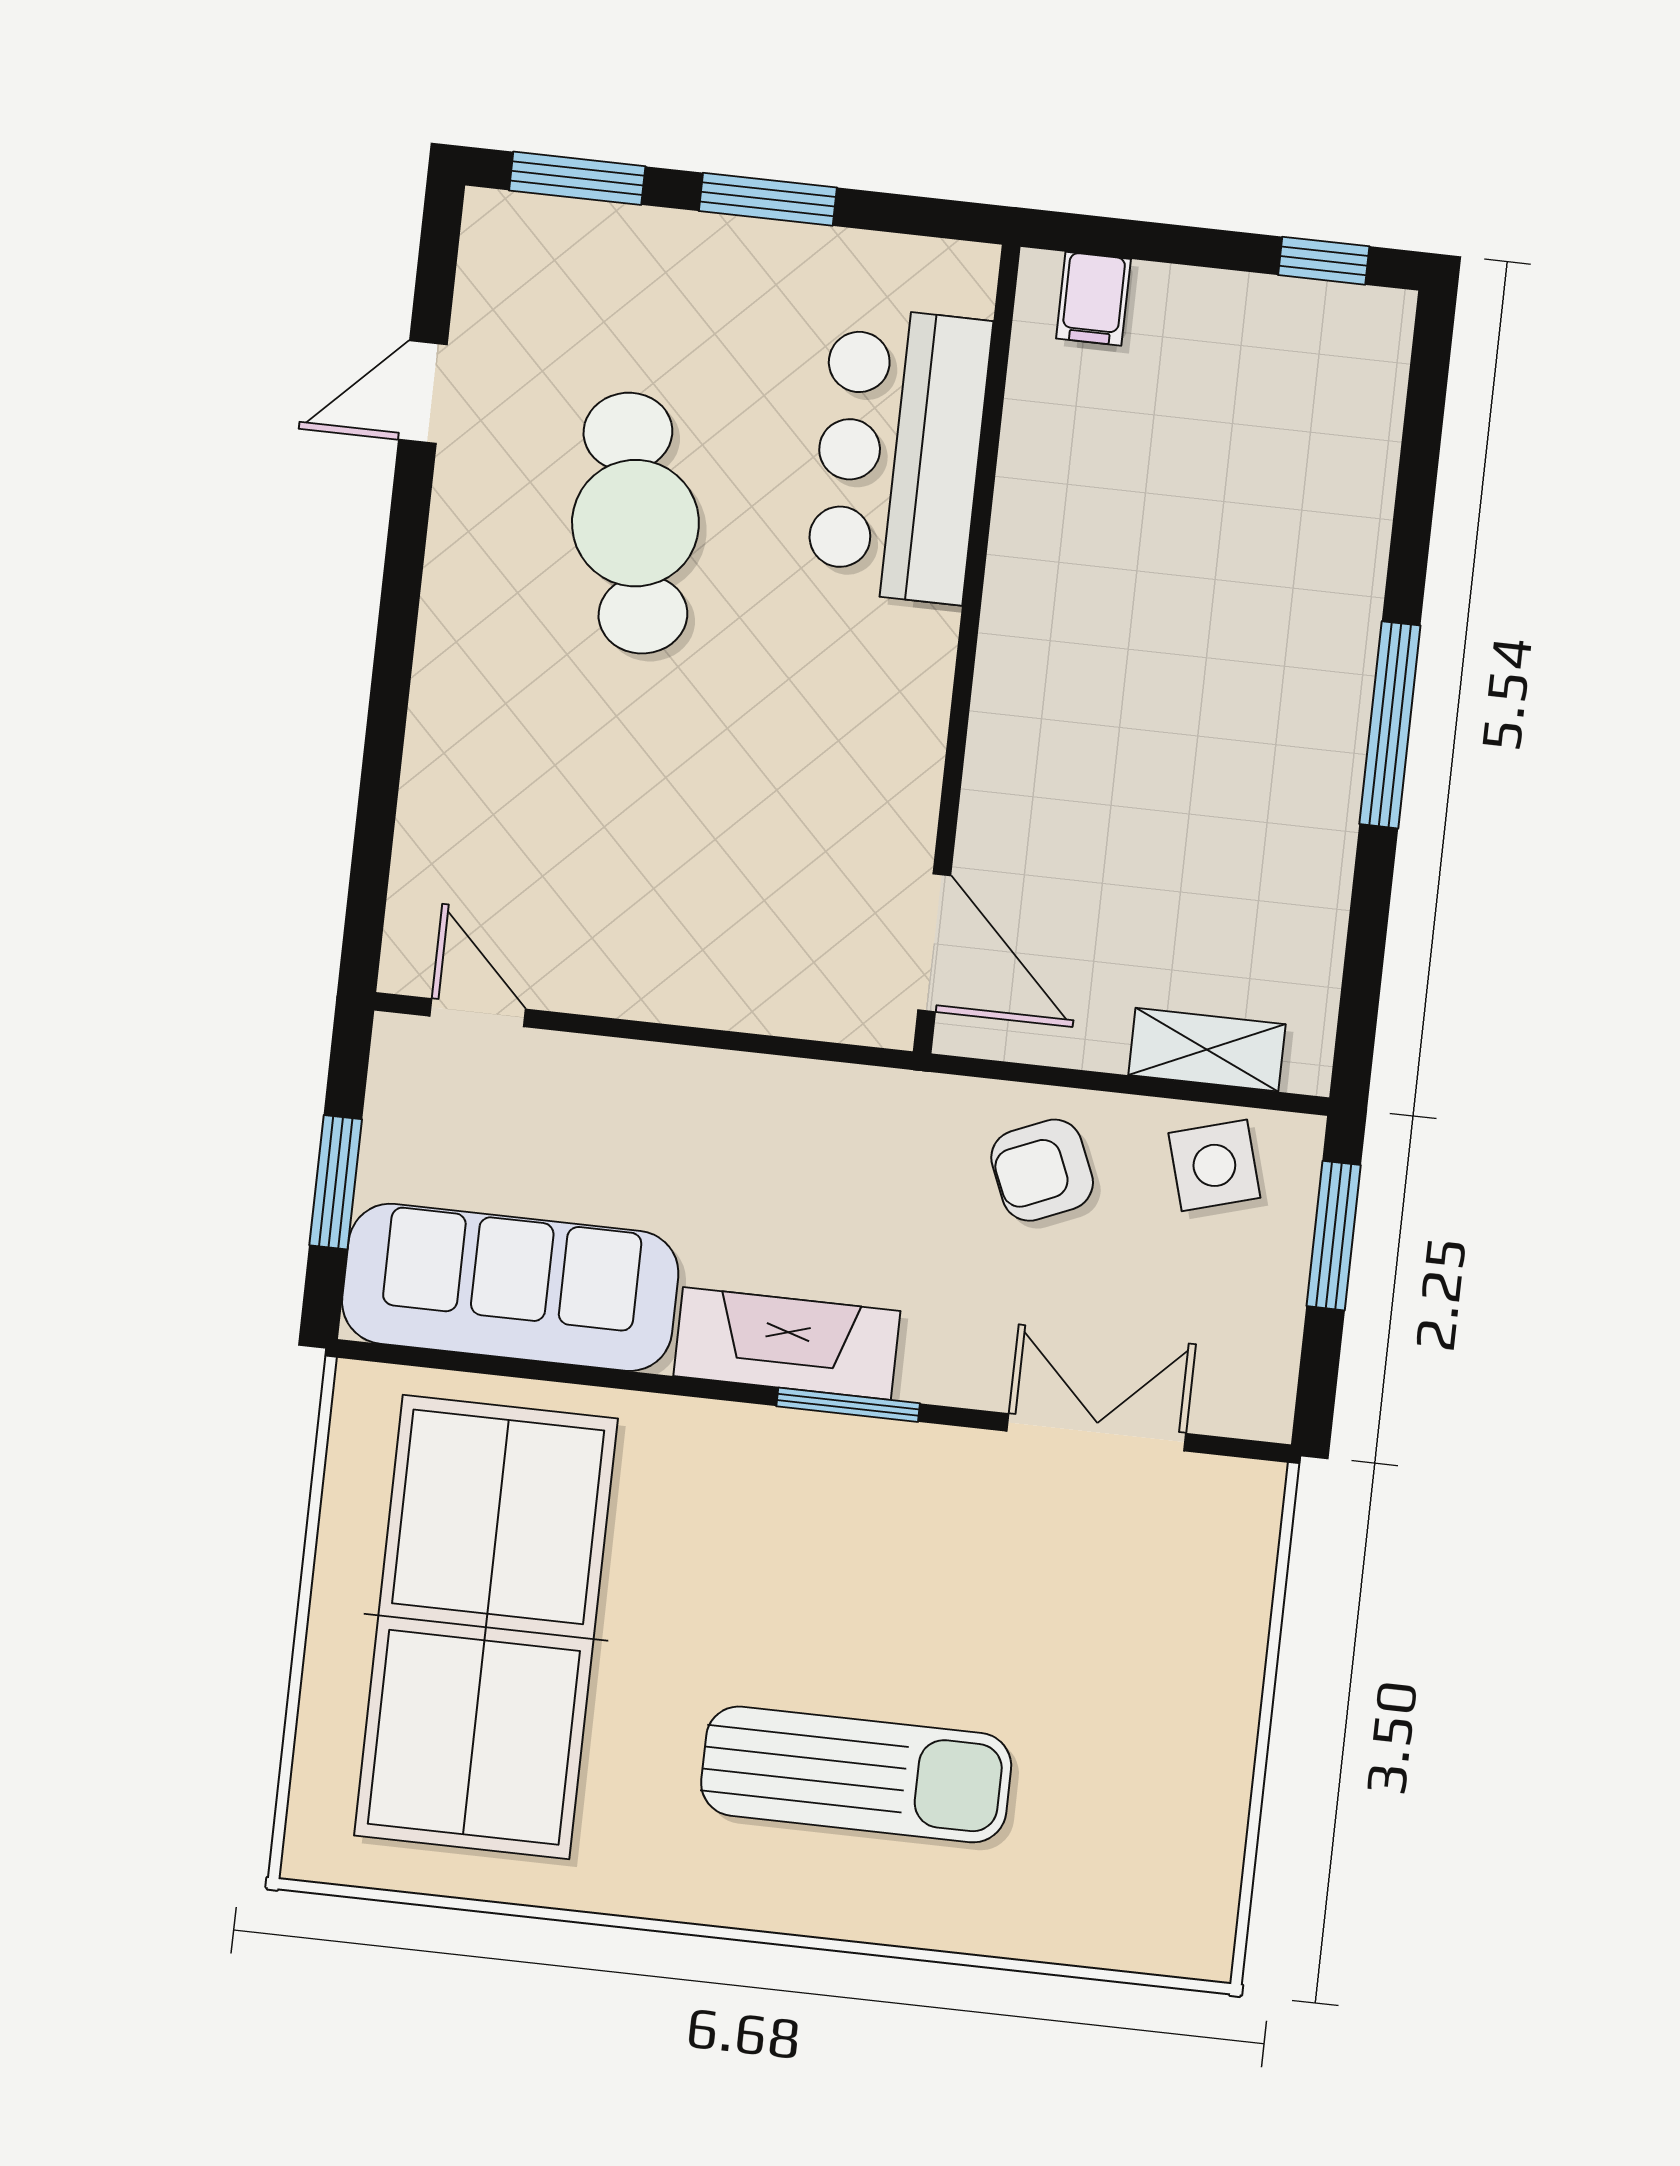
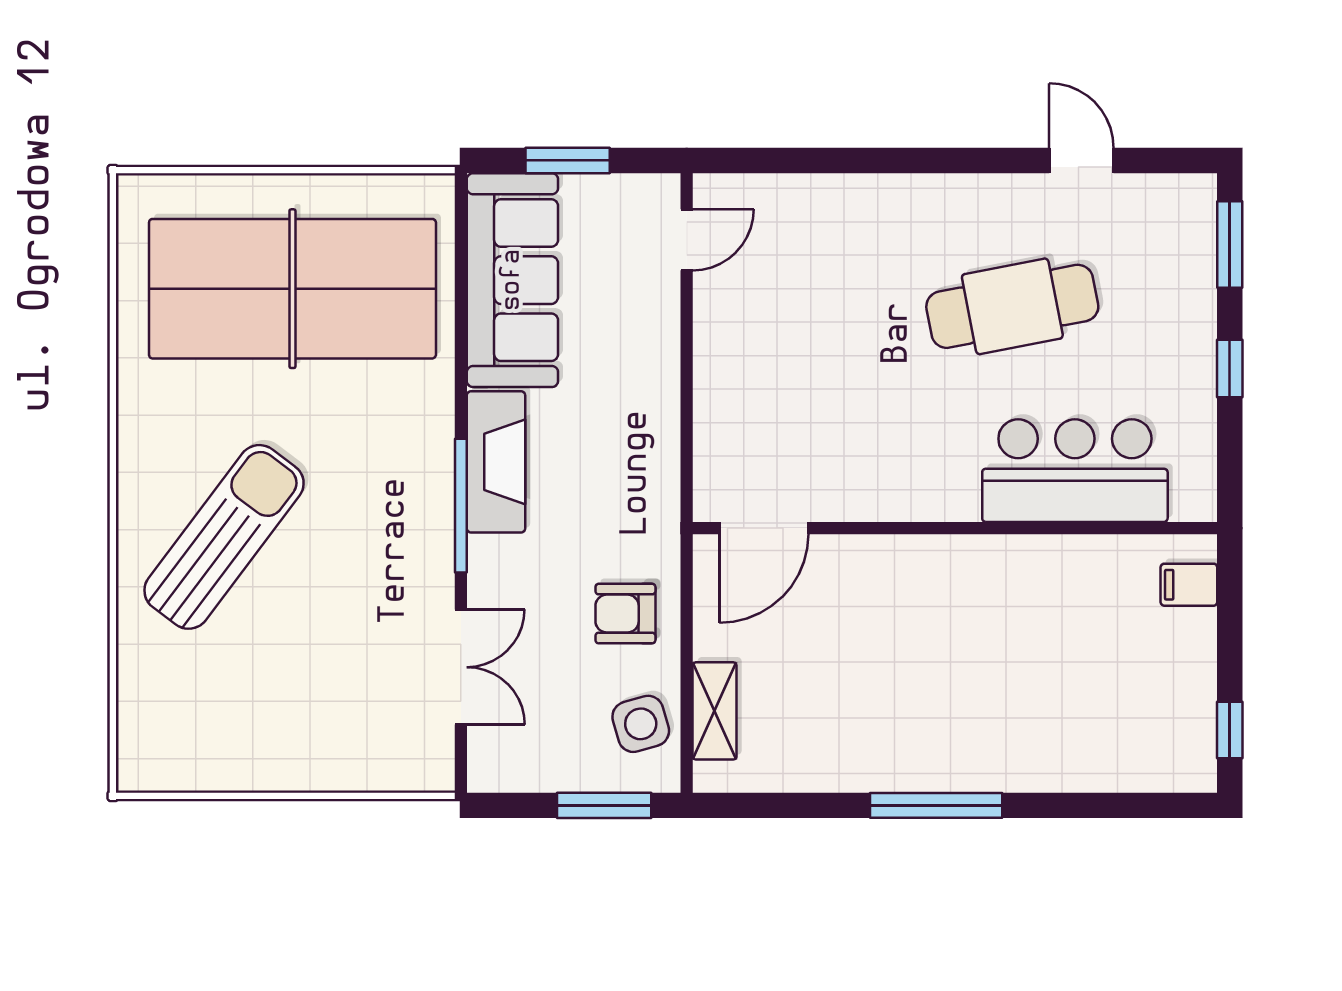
window: (768, 199) -> (1230, 368), width x0.67
armchair: (1042, 1170) -> (625, 614), turned -67
window: (848, 1405) -> (461, 506), width x1.44
sun lounger: (856, 1774) -> (224, 537), turned -143

